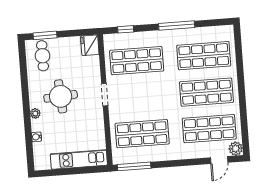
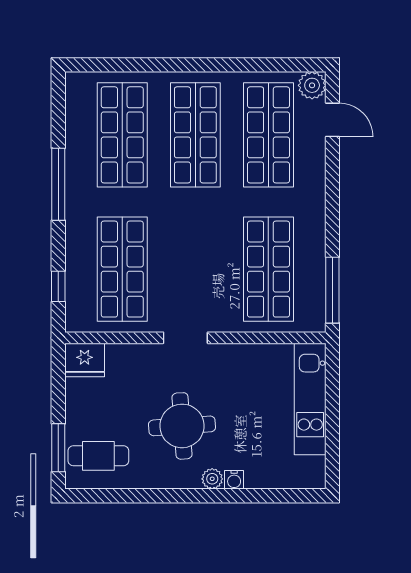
water cooler: (36, 137) -> (234, 480), moved

